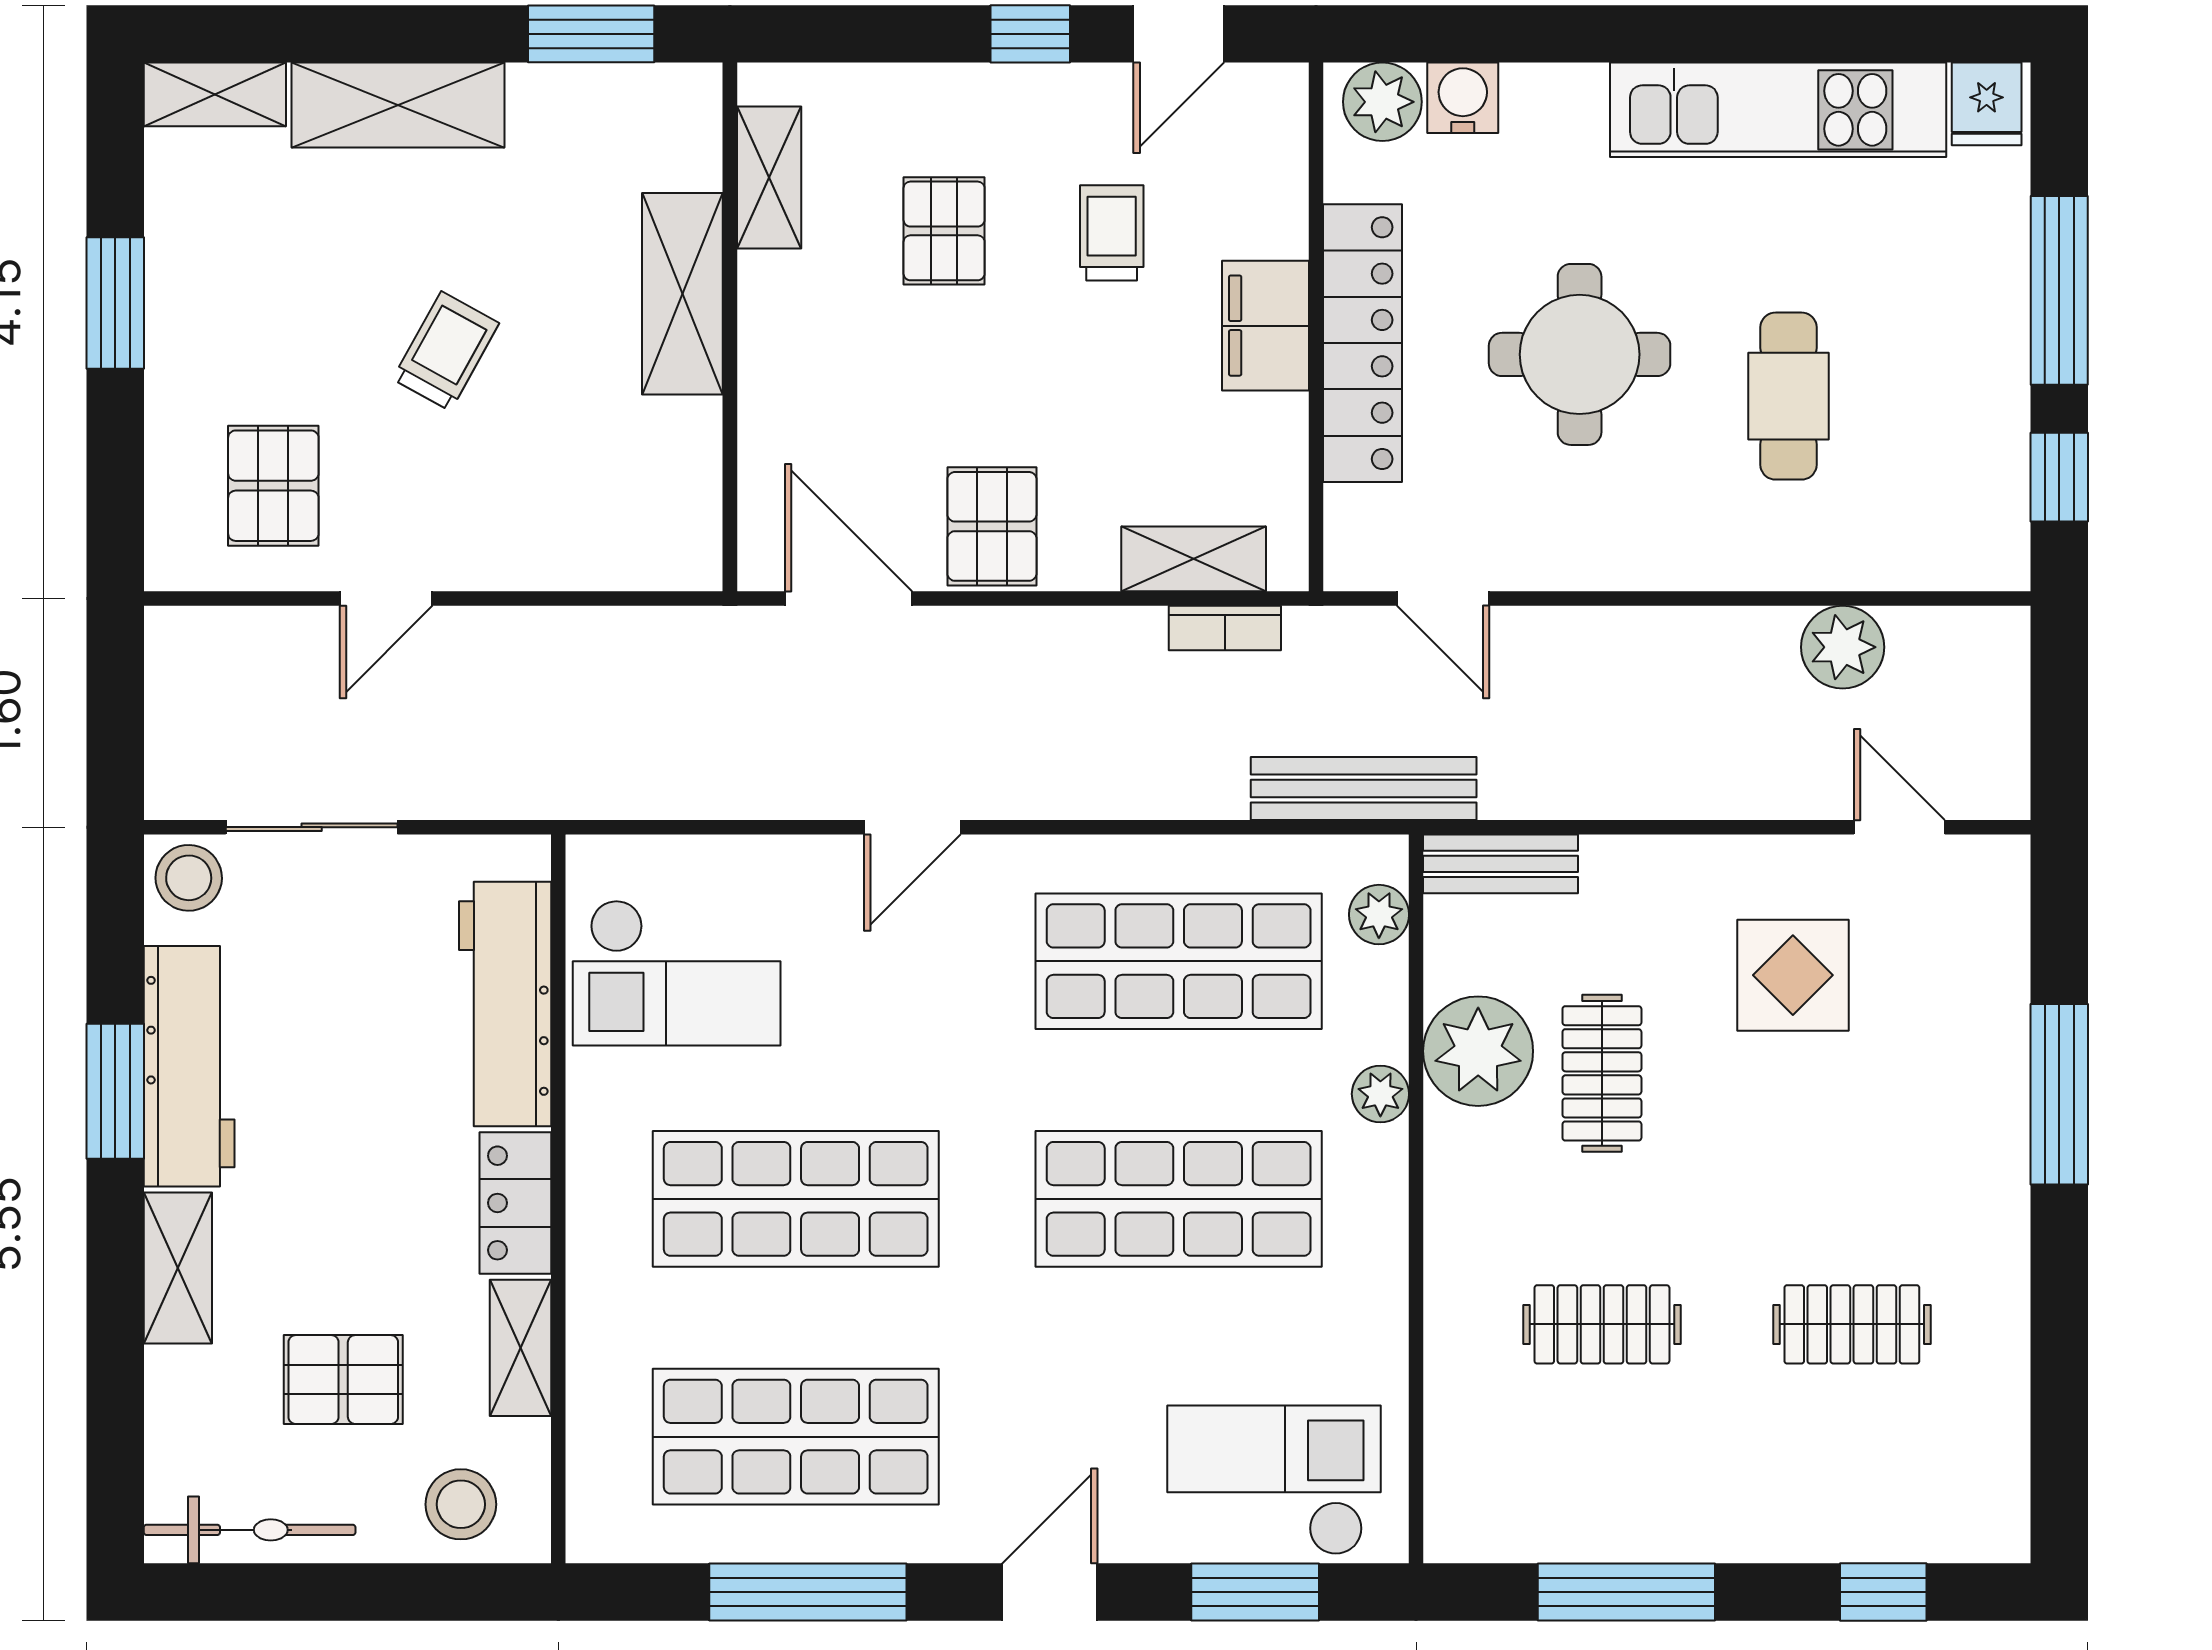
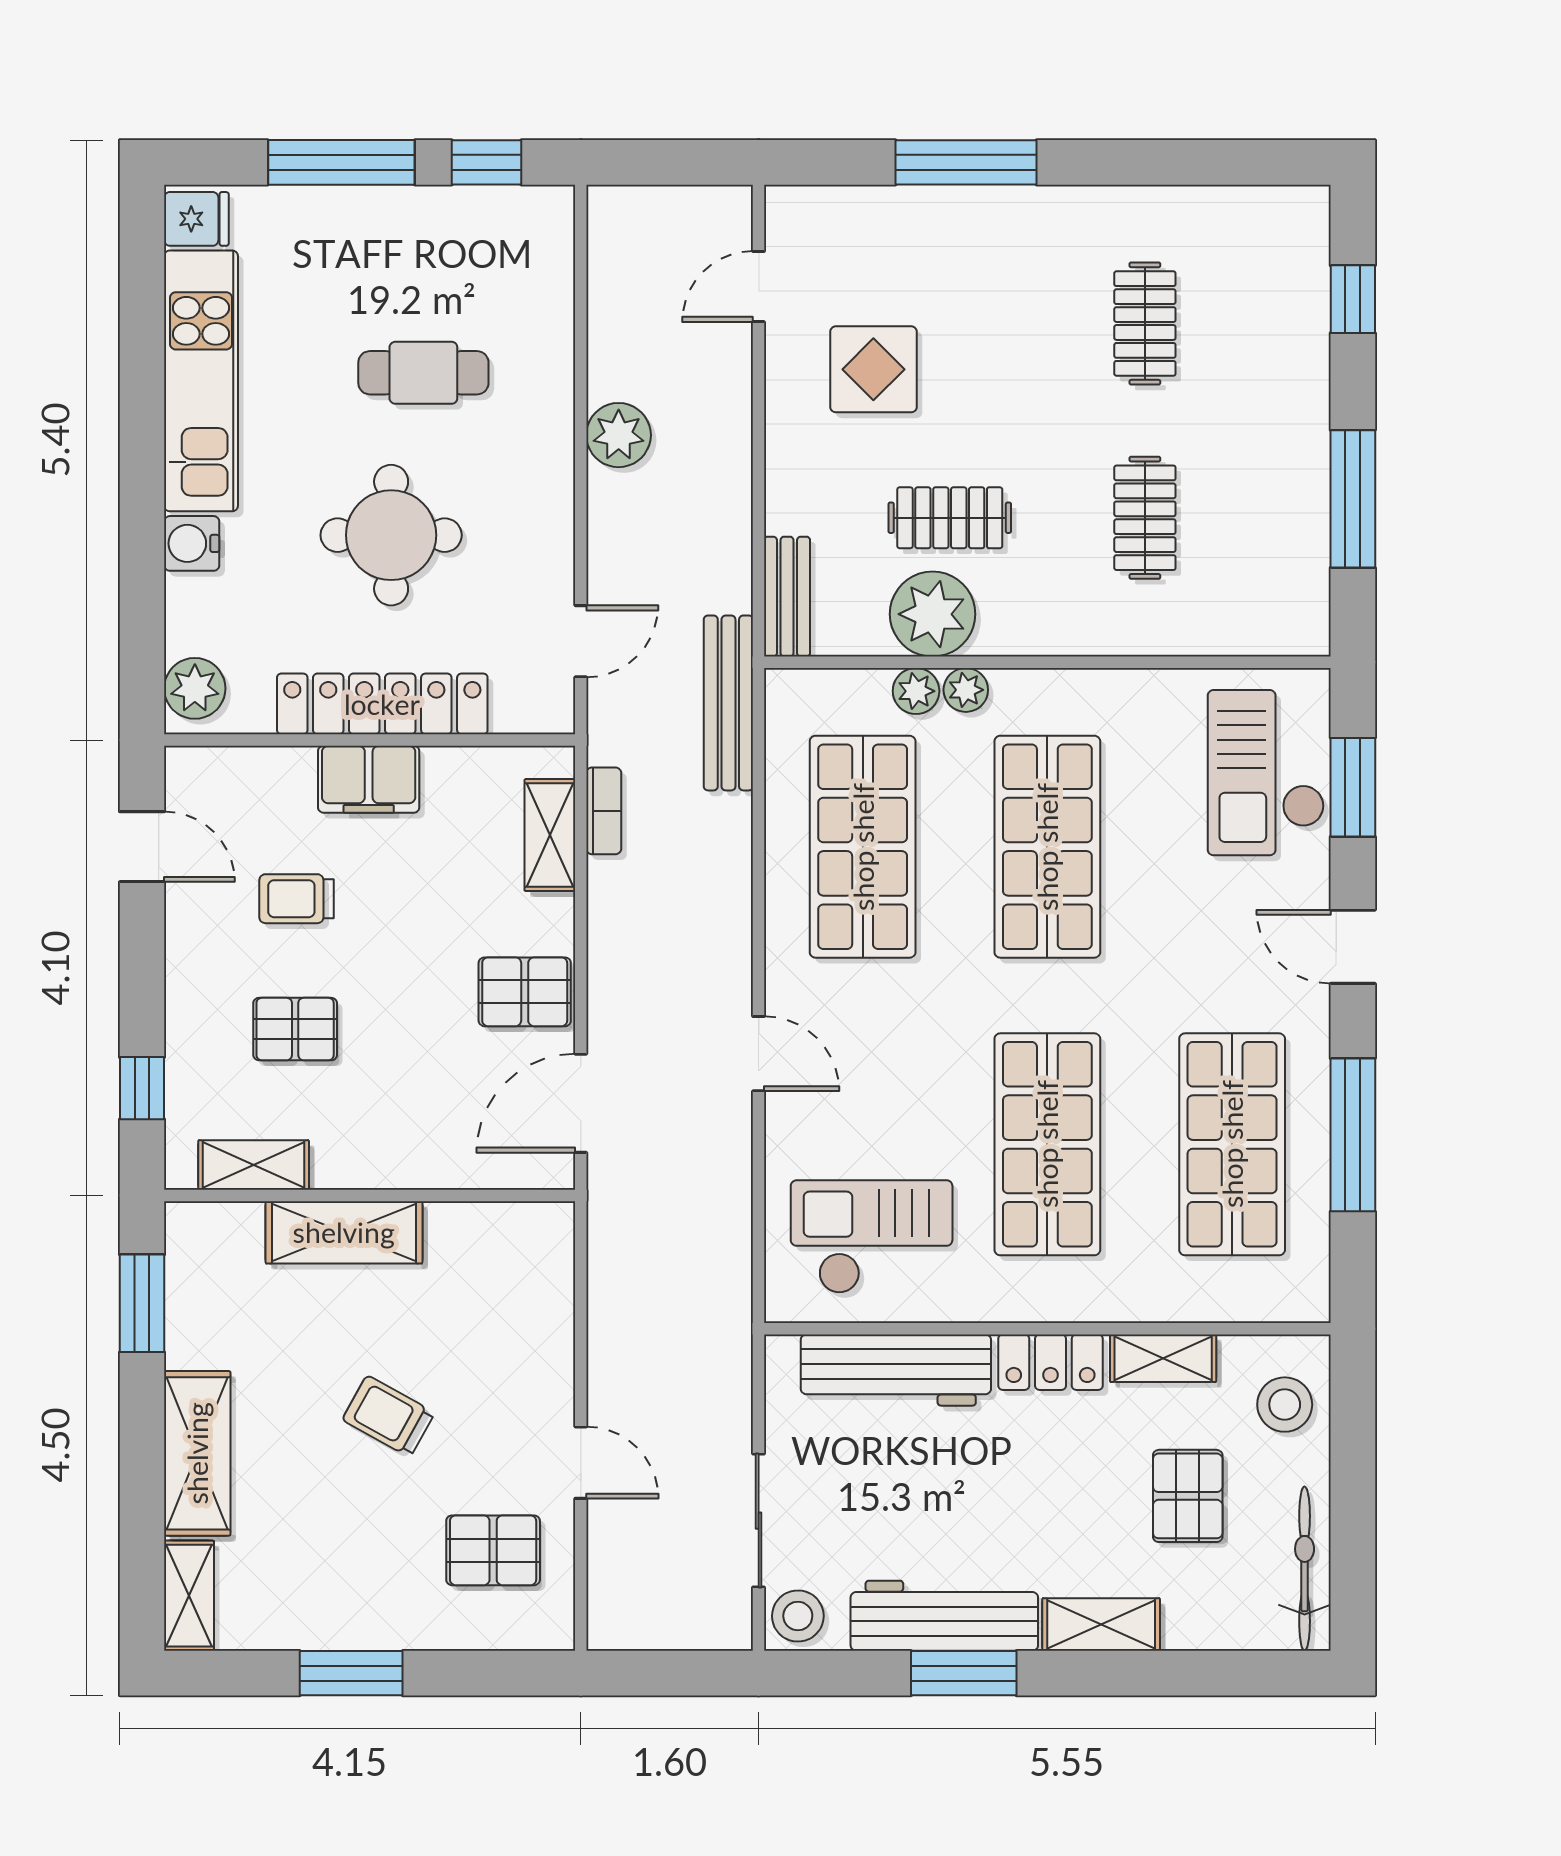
window: (1030, 34) -> (142, 1088), moved
water cooler: (1463, 98) -> (192, 543), moved
plant: (1843, 647) -> (619, 435), moved
plant: (1379, 915) -> (916, 691), moved
checkout: (677, 973) -> (872, 1237), turned -90

